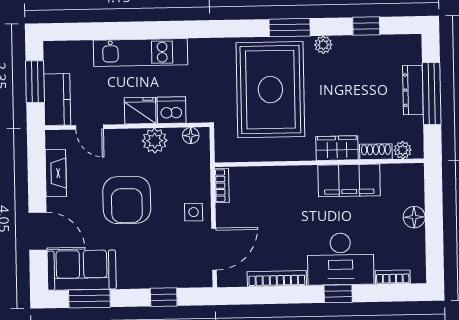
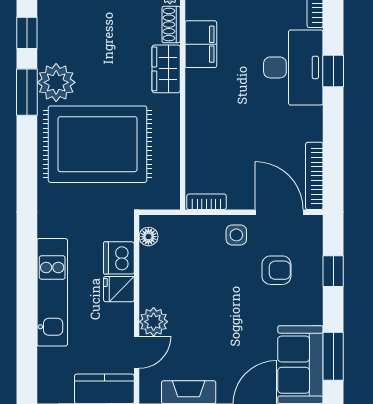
window: (290, 28) -> (27, 92), moved
plant: (323, 45) -> (56, 82), width x1.88, depth x1.88
fridge: (140, 111) -> (119, 289), width x0.72
plant: (155, 141) -> (154, 322), moved
filing cabinet: (349, 180) -> (201, 44), width x0.67, depth x0.86
armchair: (127, 200) -> (276, 270), moved, width x0.53, depth x0.53
bookcase: (277, 279) -> (314, 176), moved

